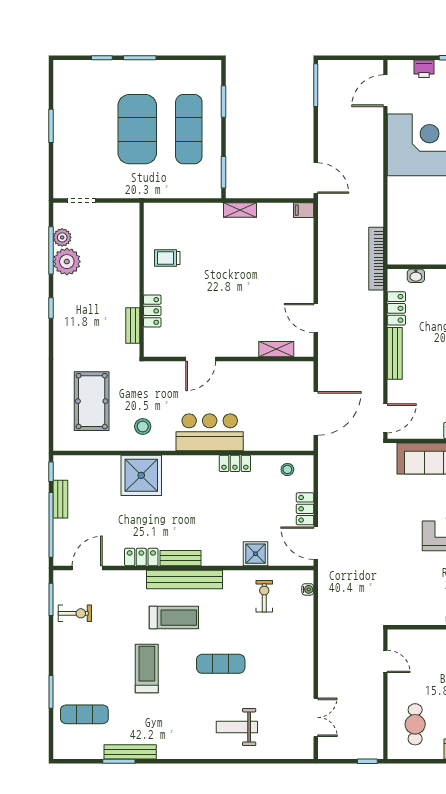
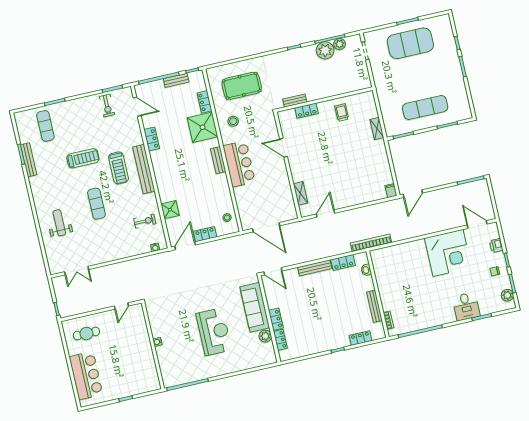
exercise mat: (137, 129) -> (410, 43), moved
shelving: (240, 210) -> (377, 129), moved
locker: (235, 463) -> (205, 102), moved
bench: (181, 558) -> (218, 160), moved

